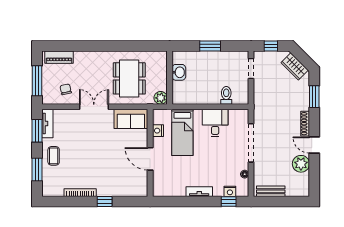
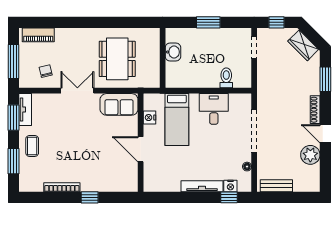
plant: (161, 98) -> (153, 81), removed
tv unit: (199, 192) -> (202, 186), width x1.41

